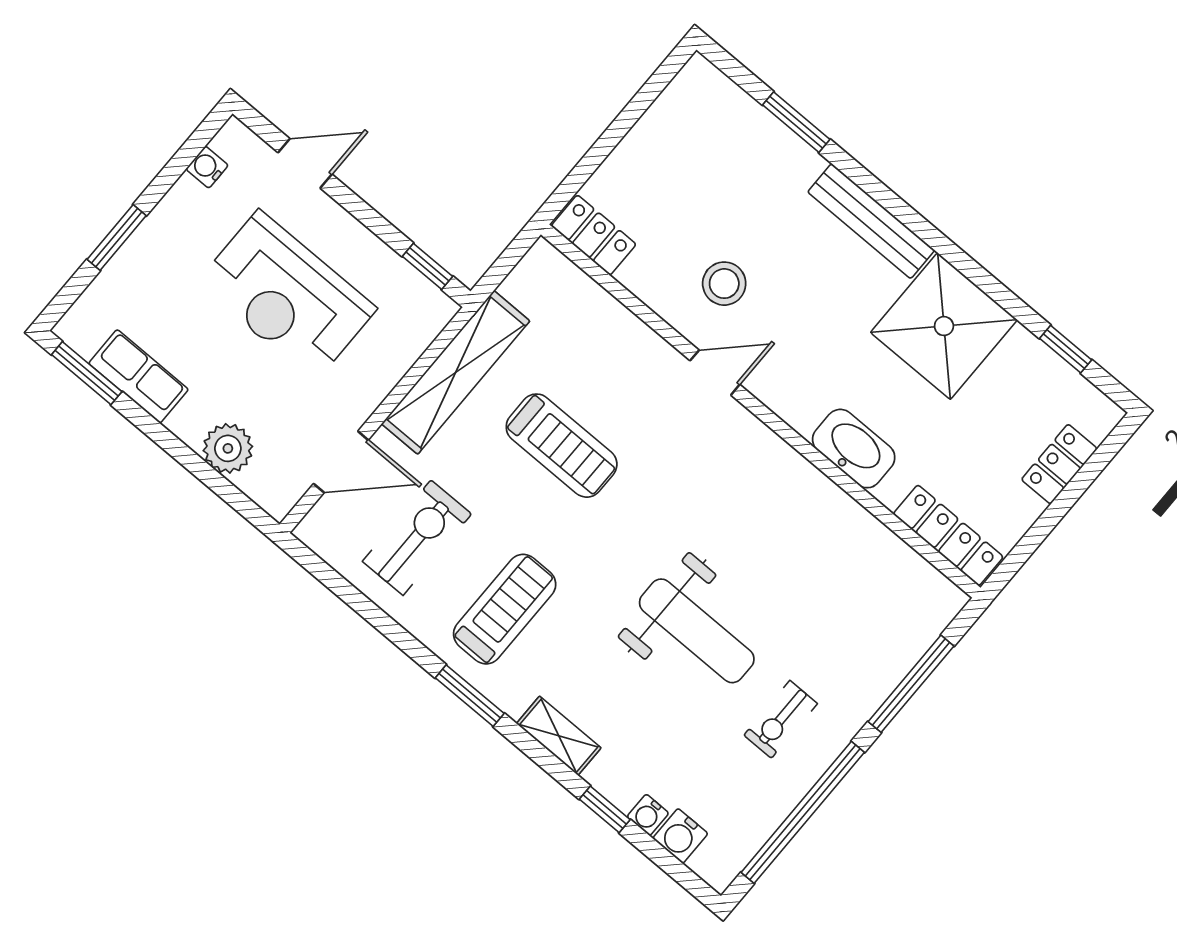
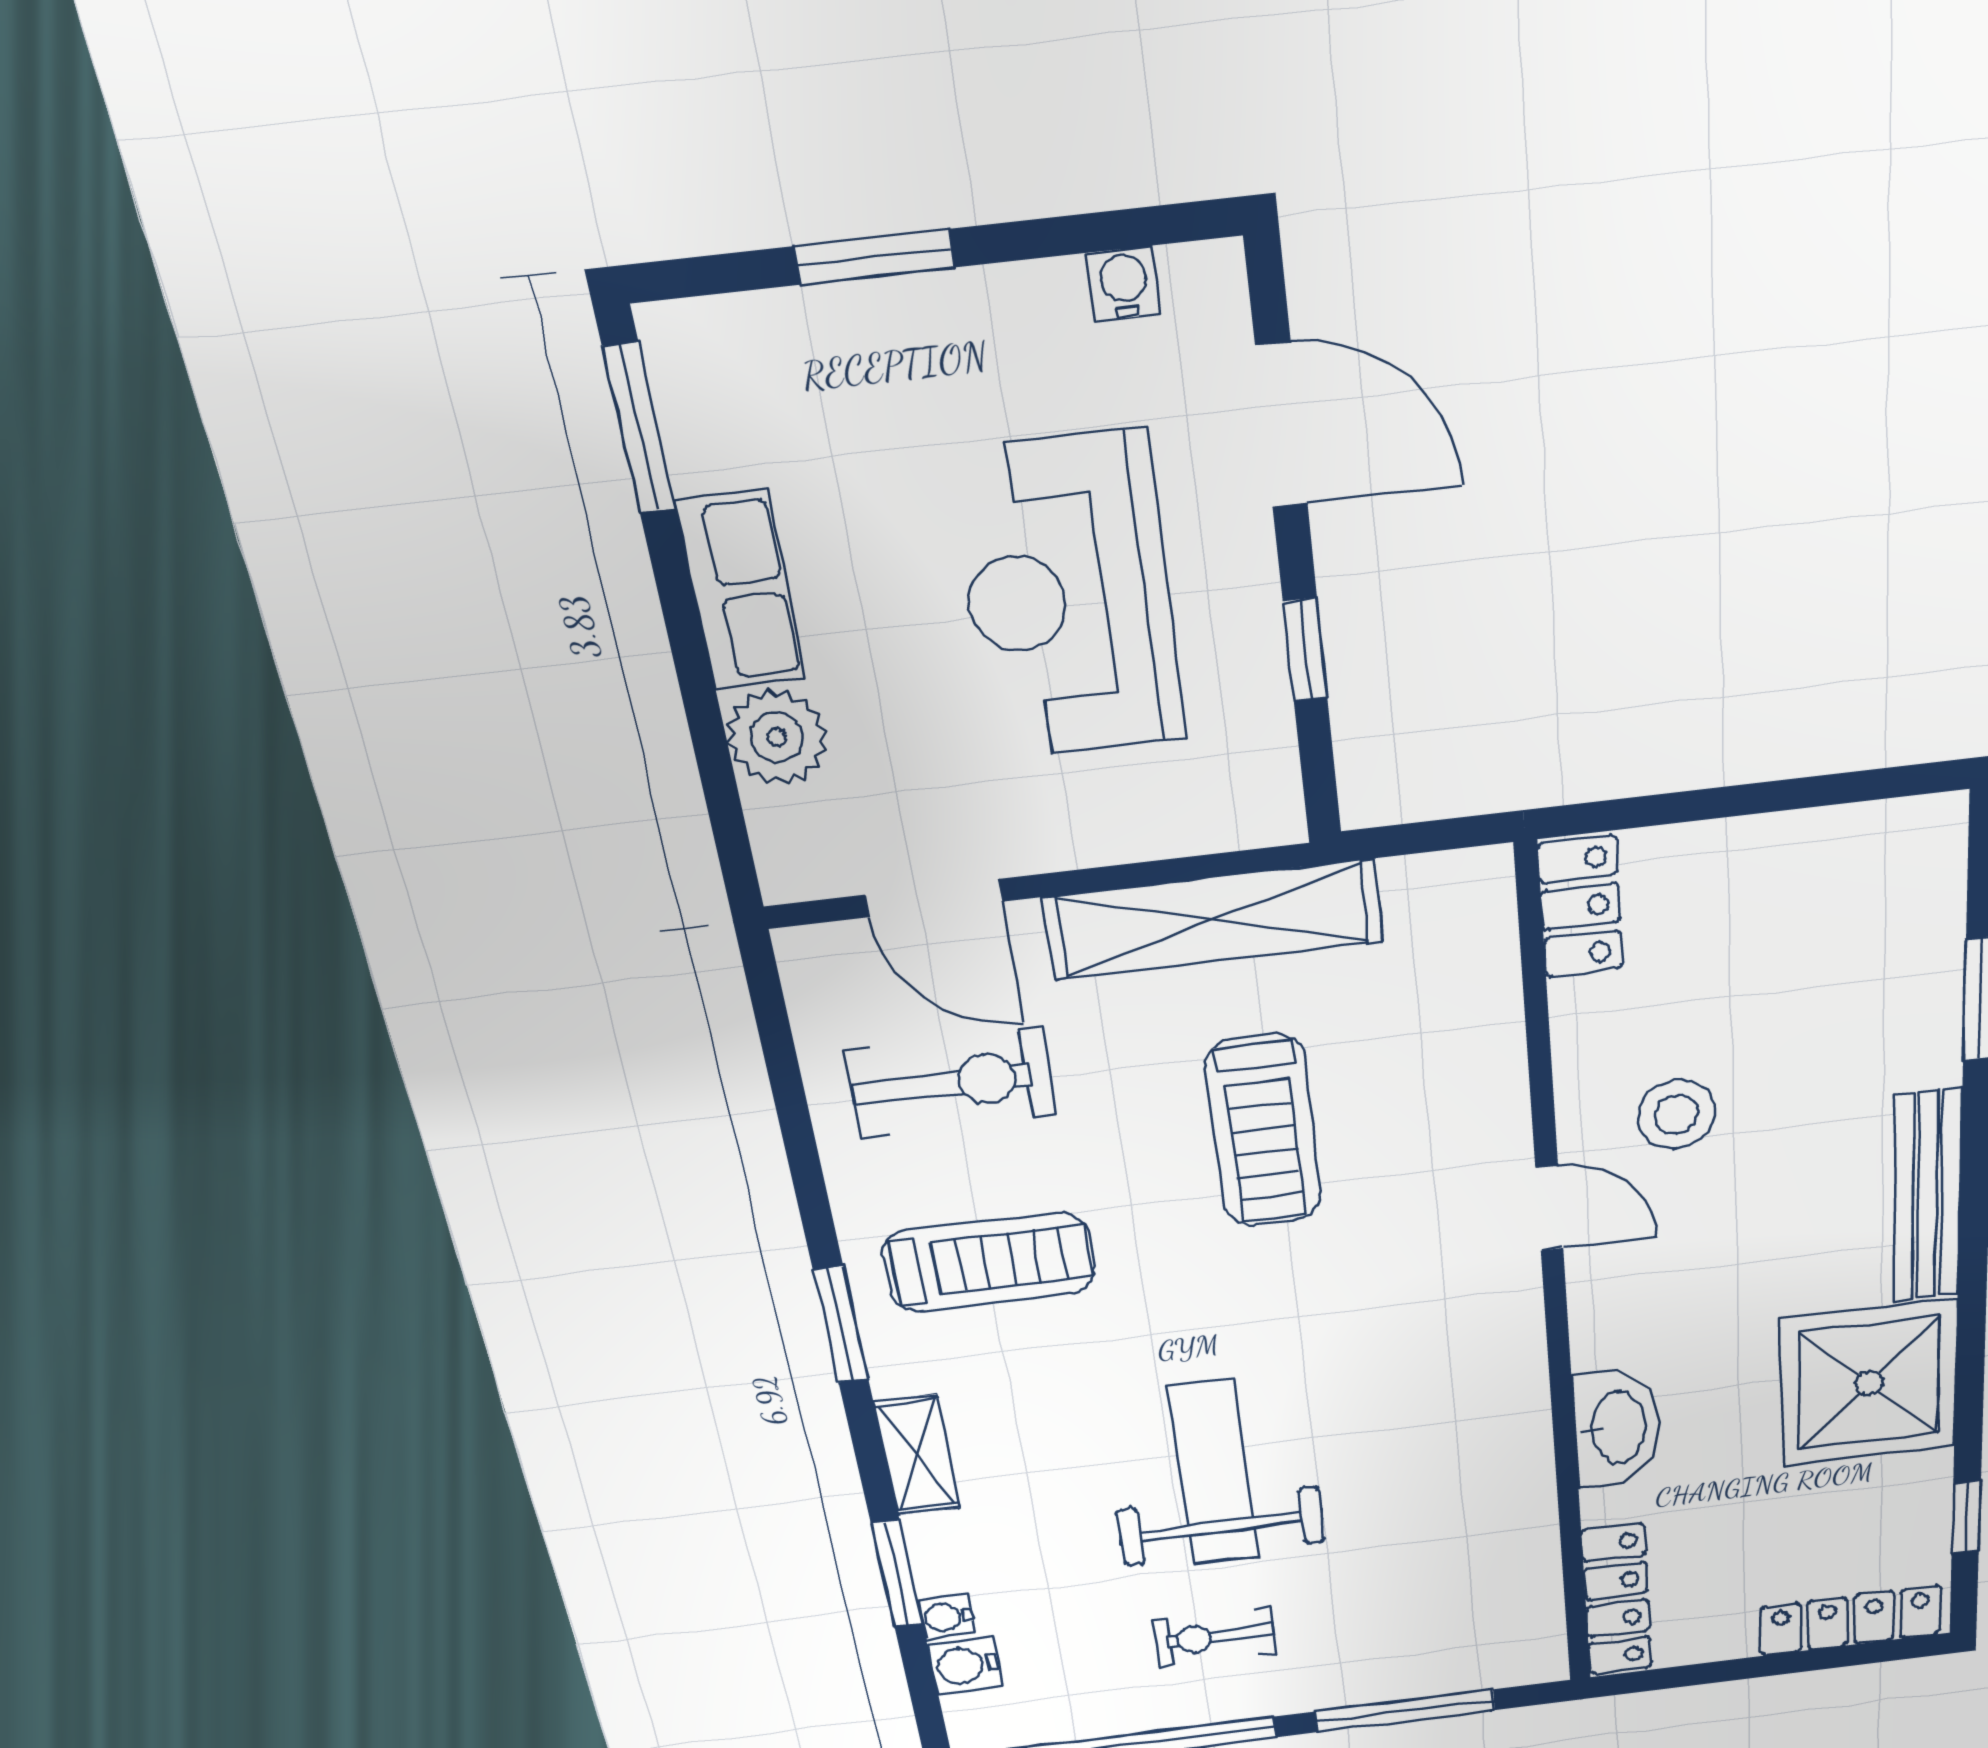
door: (305, 163) -> (1282, 425), width x1.38
window: (427, 266) -> (1305, 650), moved
row of seats: (138, 376) -> (741, 590), moved
locker: (1059, 464) -> (1851, 1621), width x1.53
weight bench: (697, 631) -> (1213, 1473), turned 180
window: (605, 809) -> (897, 1574), width x1.50

